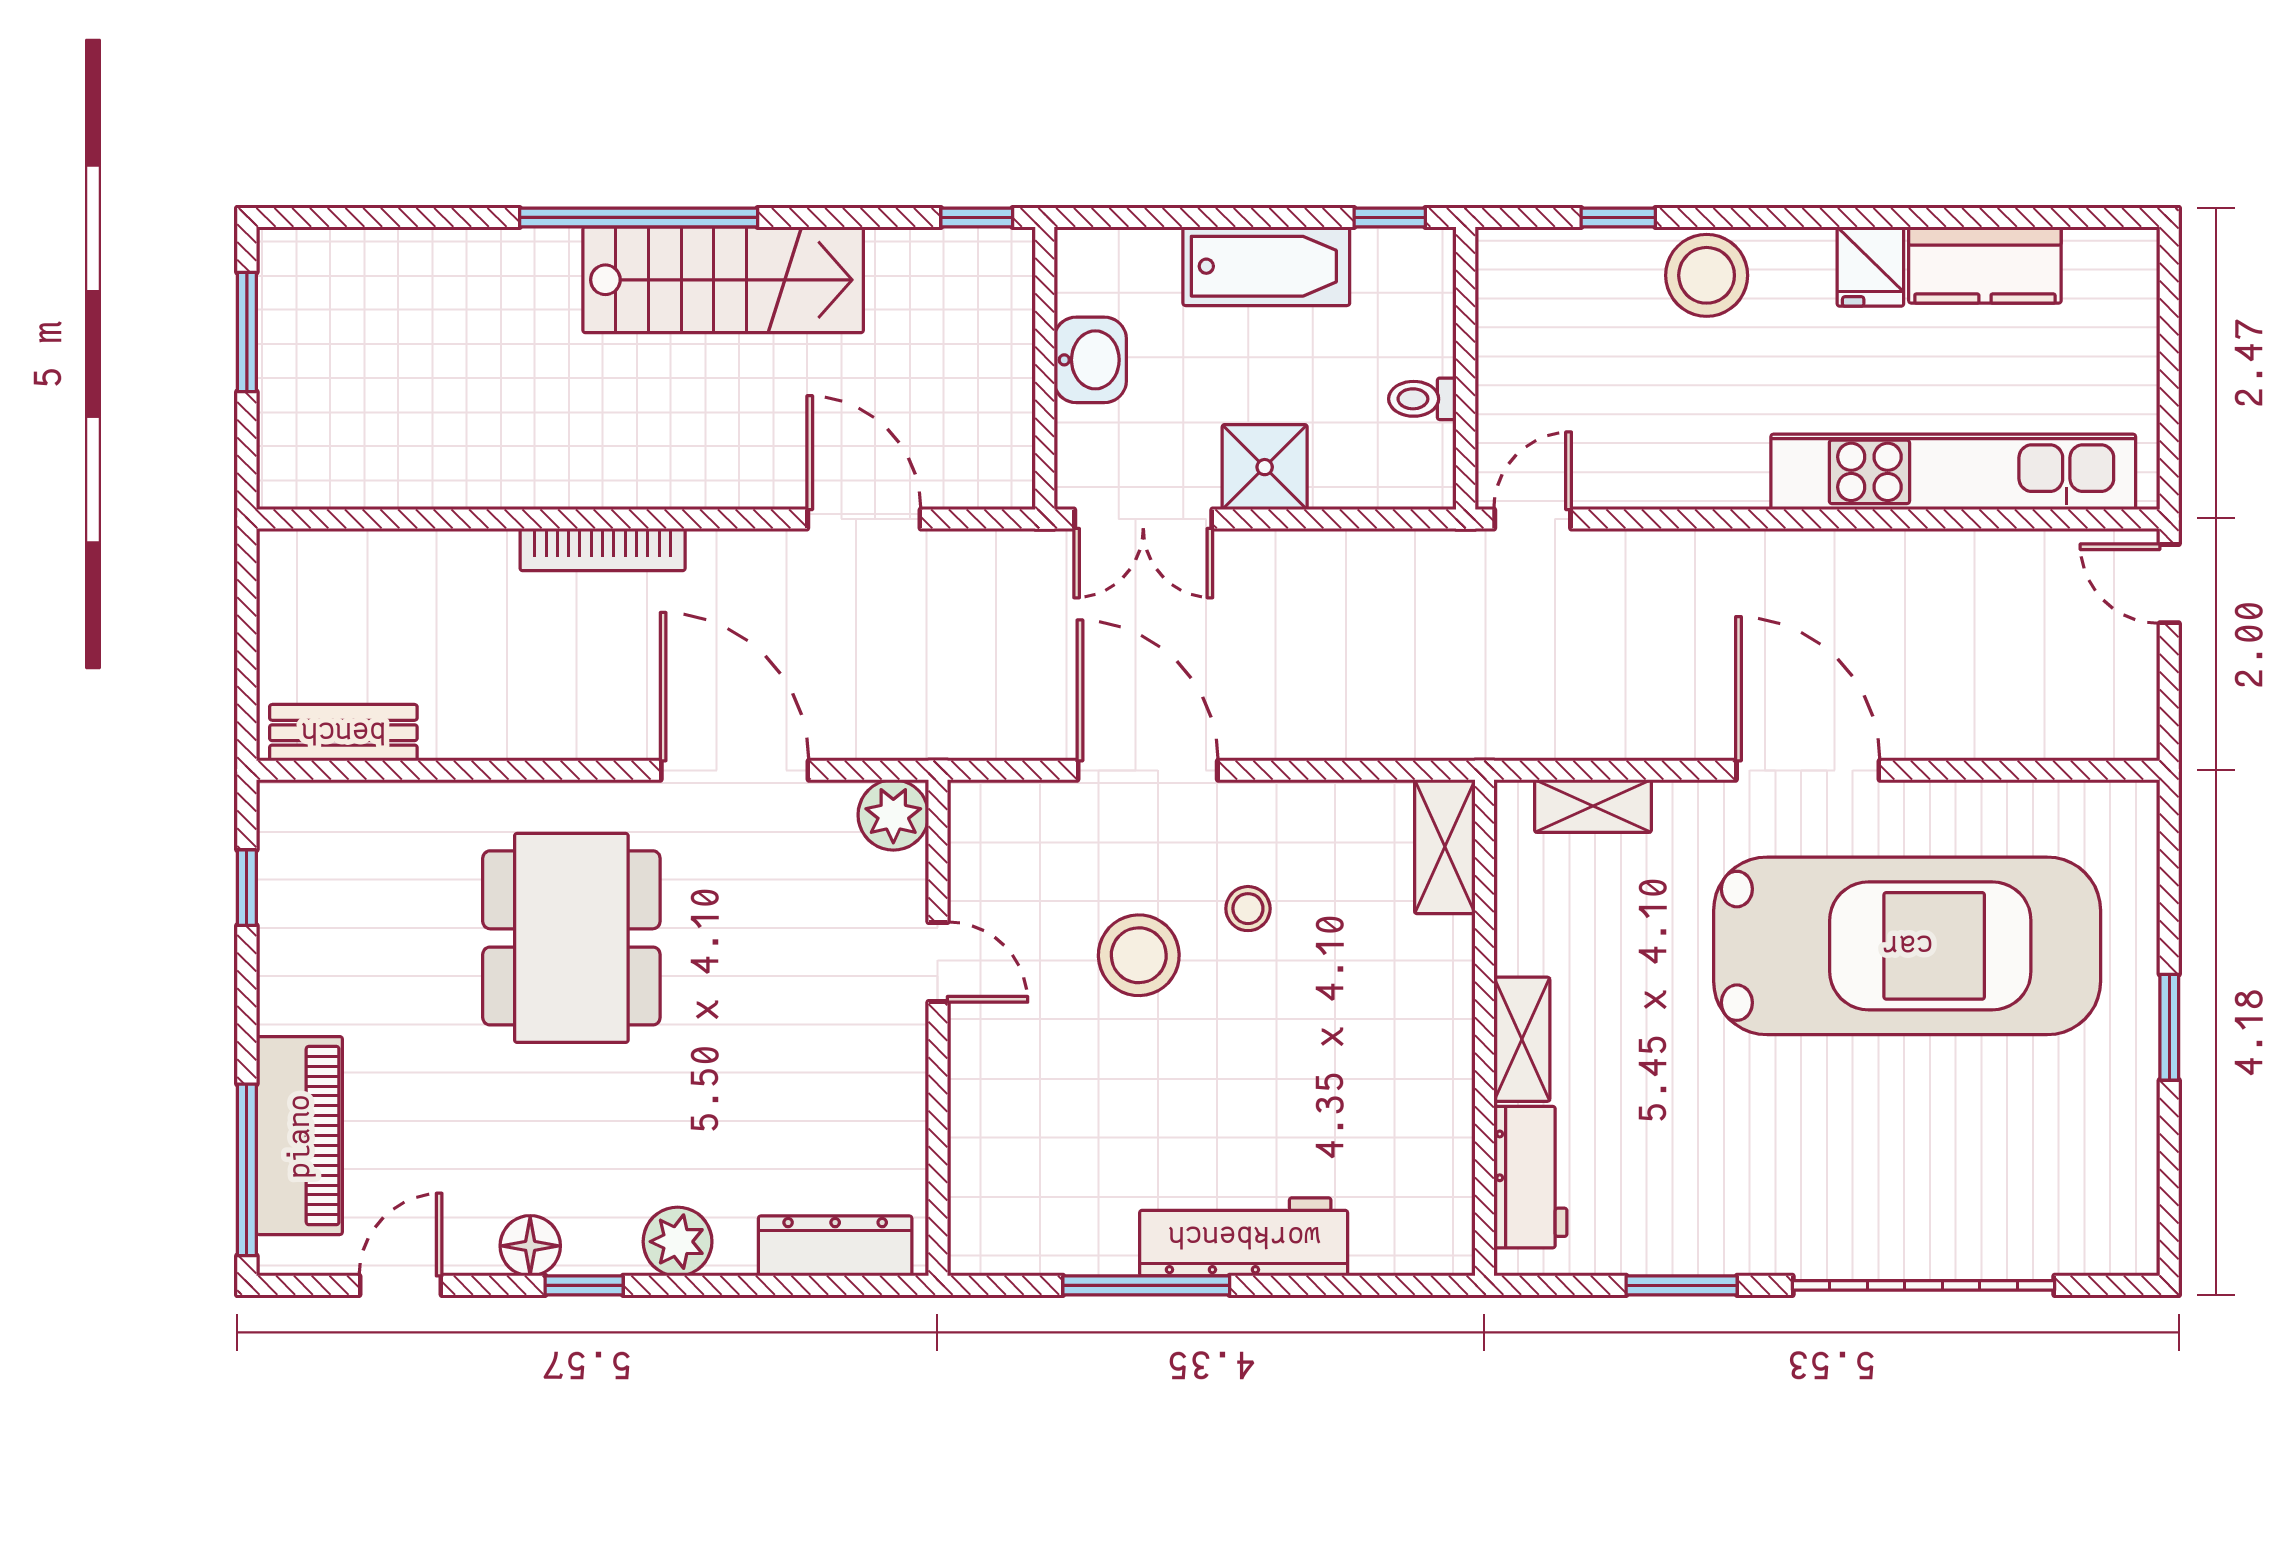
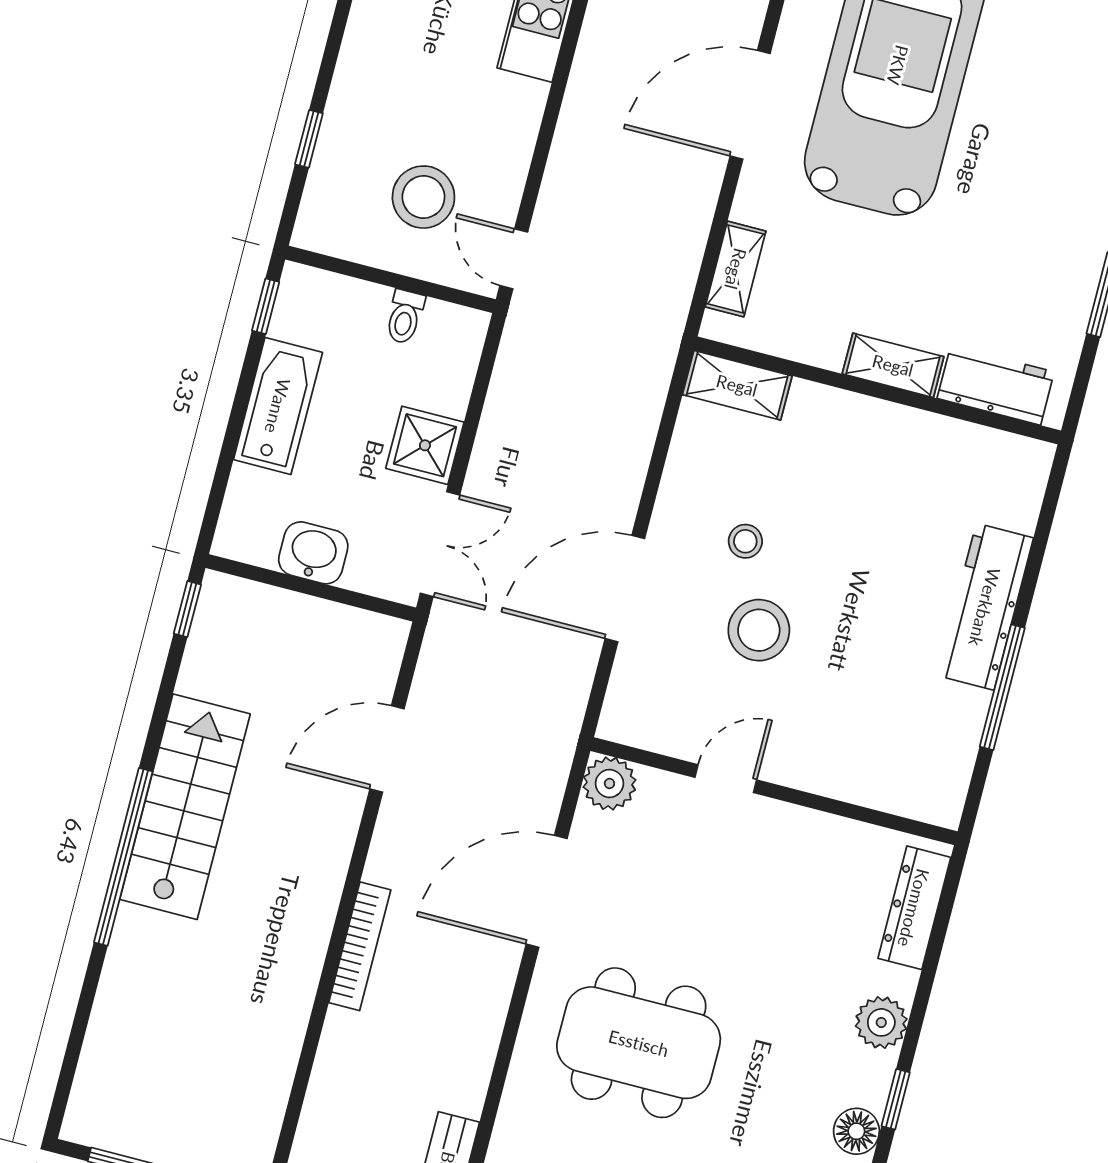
stool: (1707, 275) -> (423, 197), moved

